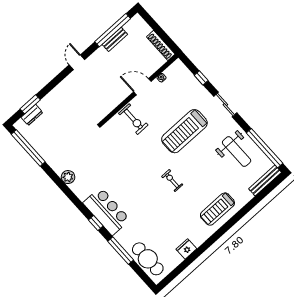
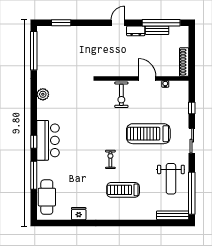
dresser: (32, 115) -> (136, 31), moved
treadmill: (217, 209) -> (123, 190), moved

